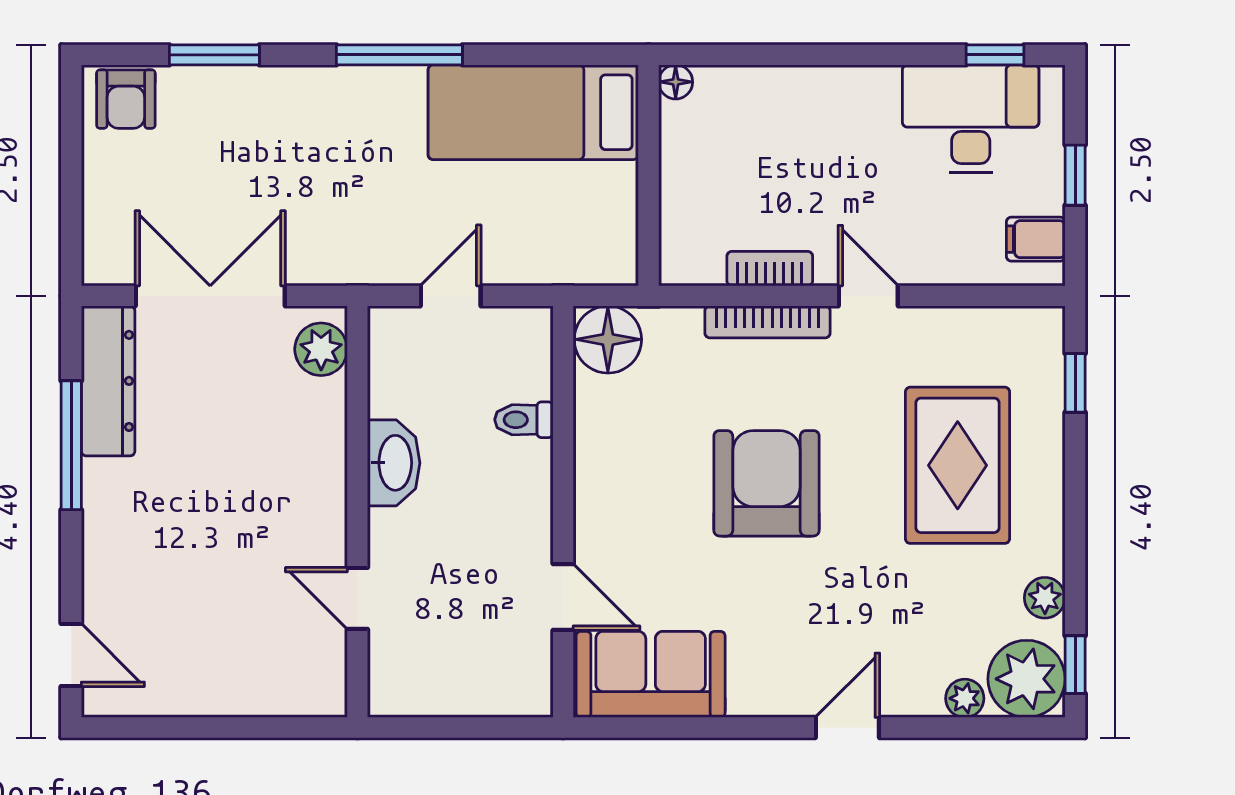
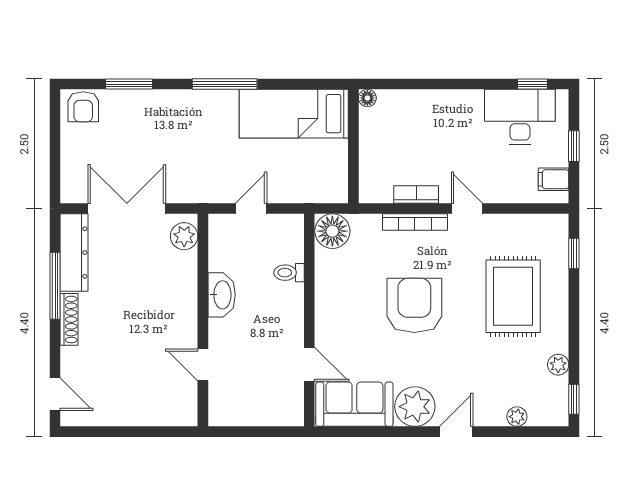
shoe rack: (98, 510) -> (69, 319), added
plant: (1027, 679) -> (415, 407), moved

